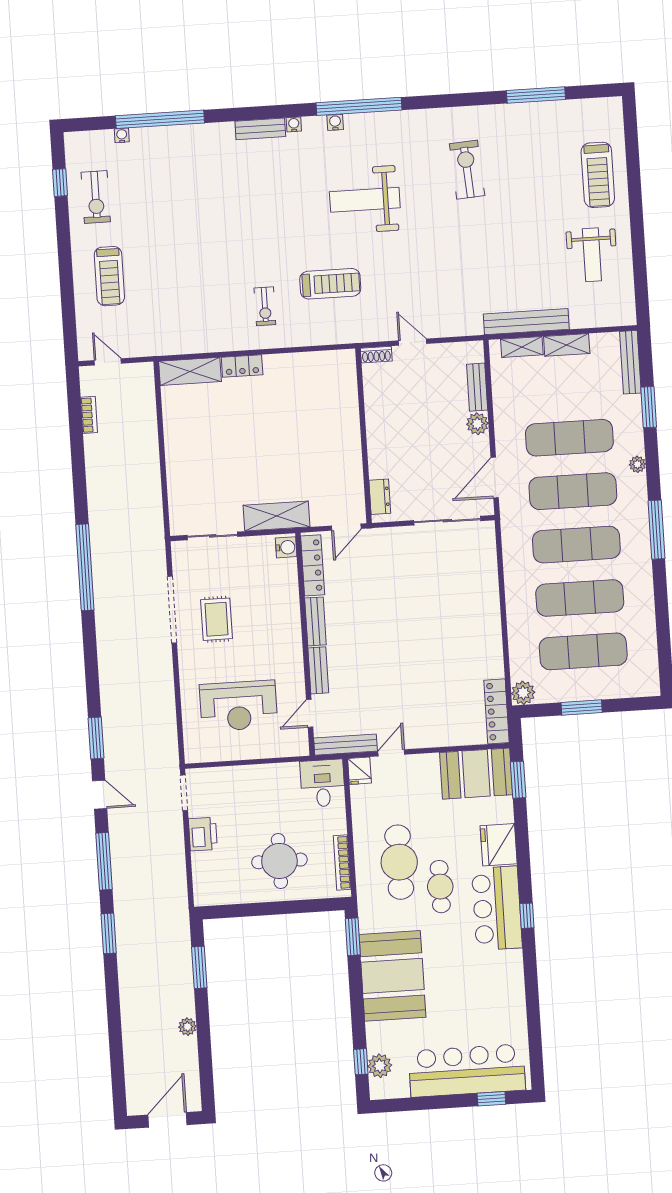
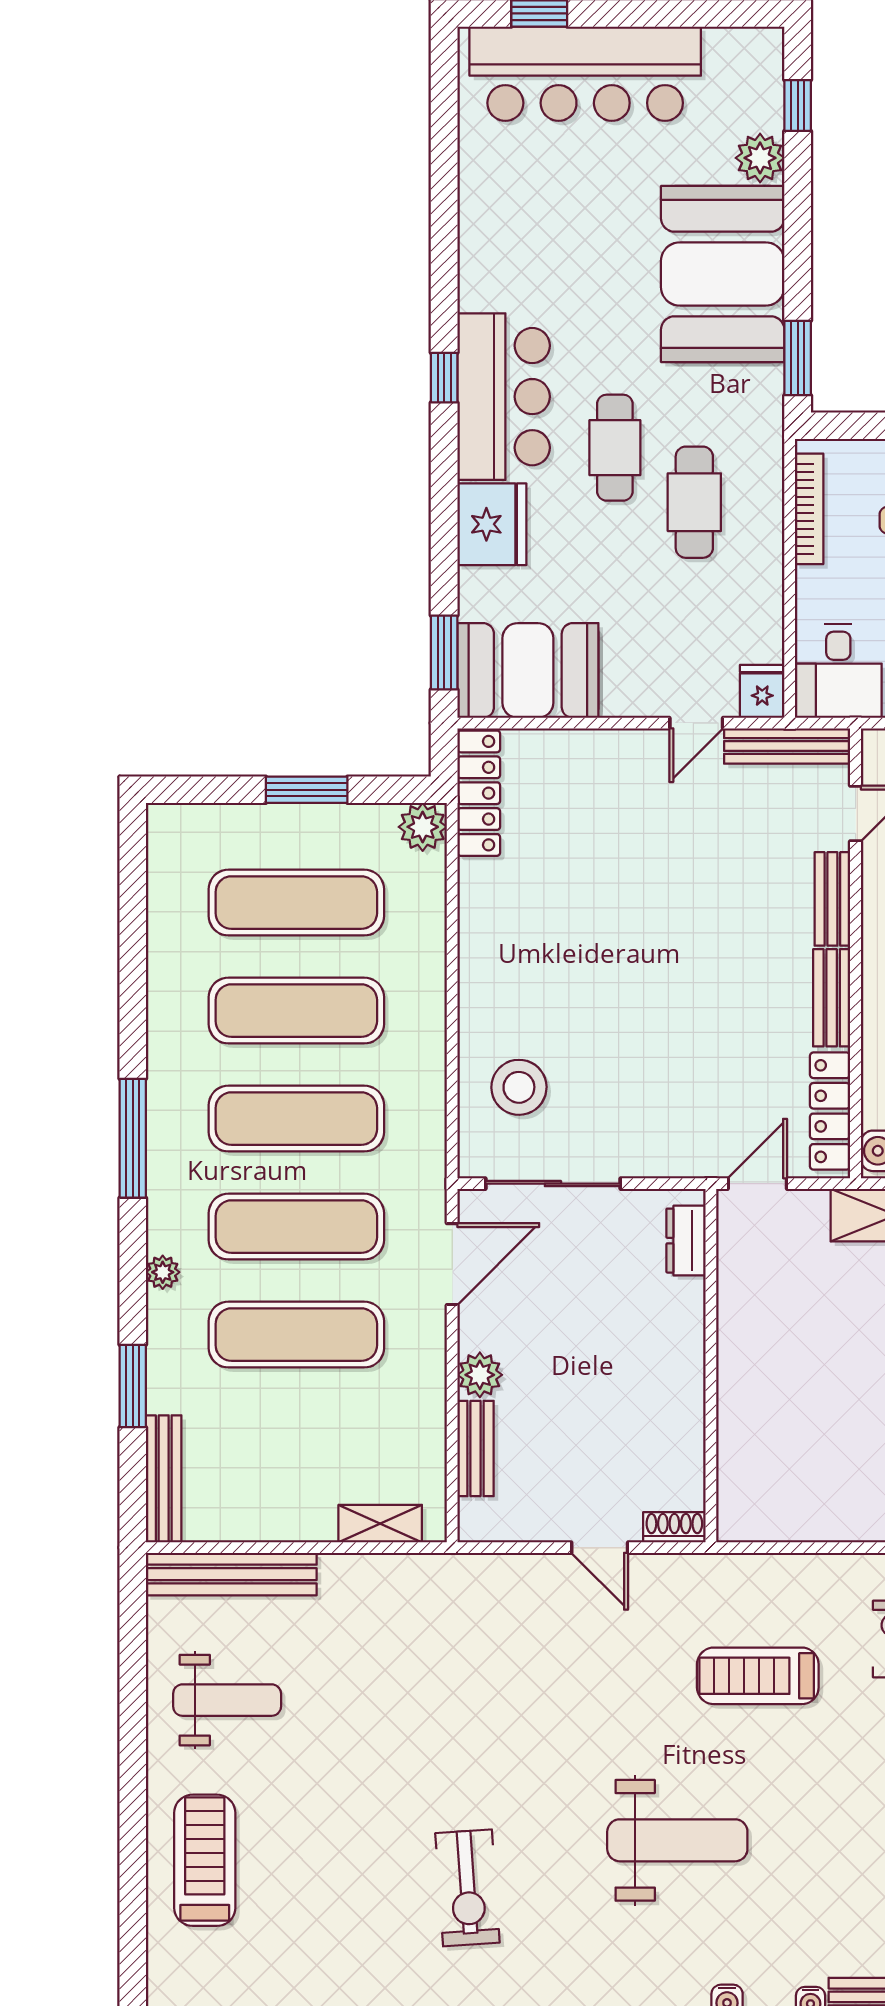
weight bench: (592, 255) -> (227, 1700), turned 90
bench: (526, 322) -> (231, 1574), moved
shelving: (567, 345) -> (290, 1522), removed
stool: (467, 567) -> (519, 1087), added
cafe table: (399, 862) -> (694, 502), width x0.73, depth x0.74
plant: (380, 1066) -> (760, 158), moved

